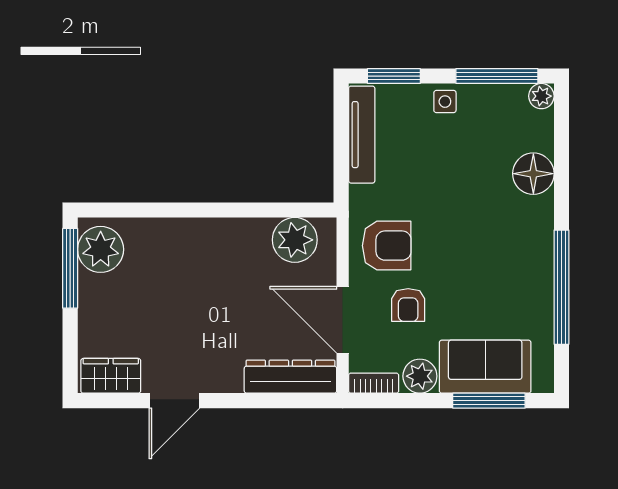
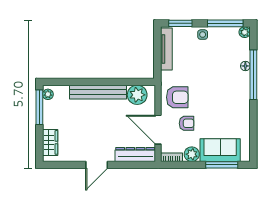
floor lamp: (533, 174) -> (245, 66), width x0.53, depth x0.53
bench: (205, 234) -> (98, 92), added
plant: (101, 249) -> (48, 94), width x0.53, depth x0.53
window: (561, 287) -> (253, 75), moved
armchair: (408, 305) -> (187, 123), turned -90
wardrobe: (111, 376) -> (50, 142), moved, turned 90
door: (174, 401) -> (97, 165), moved

